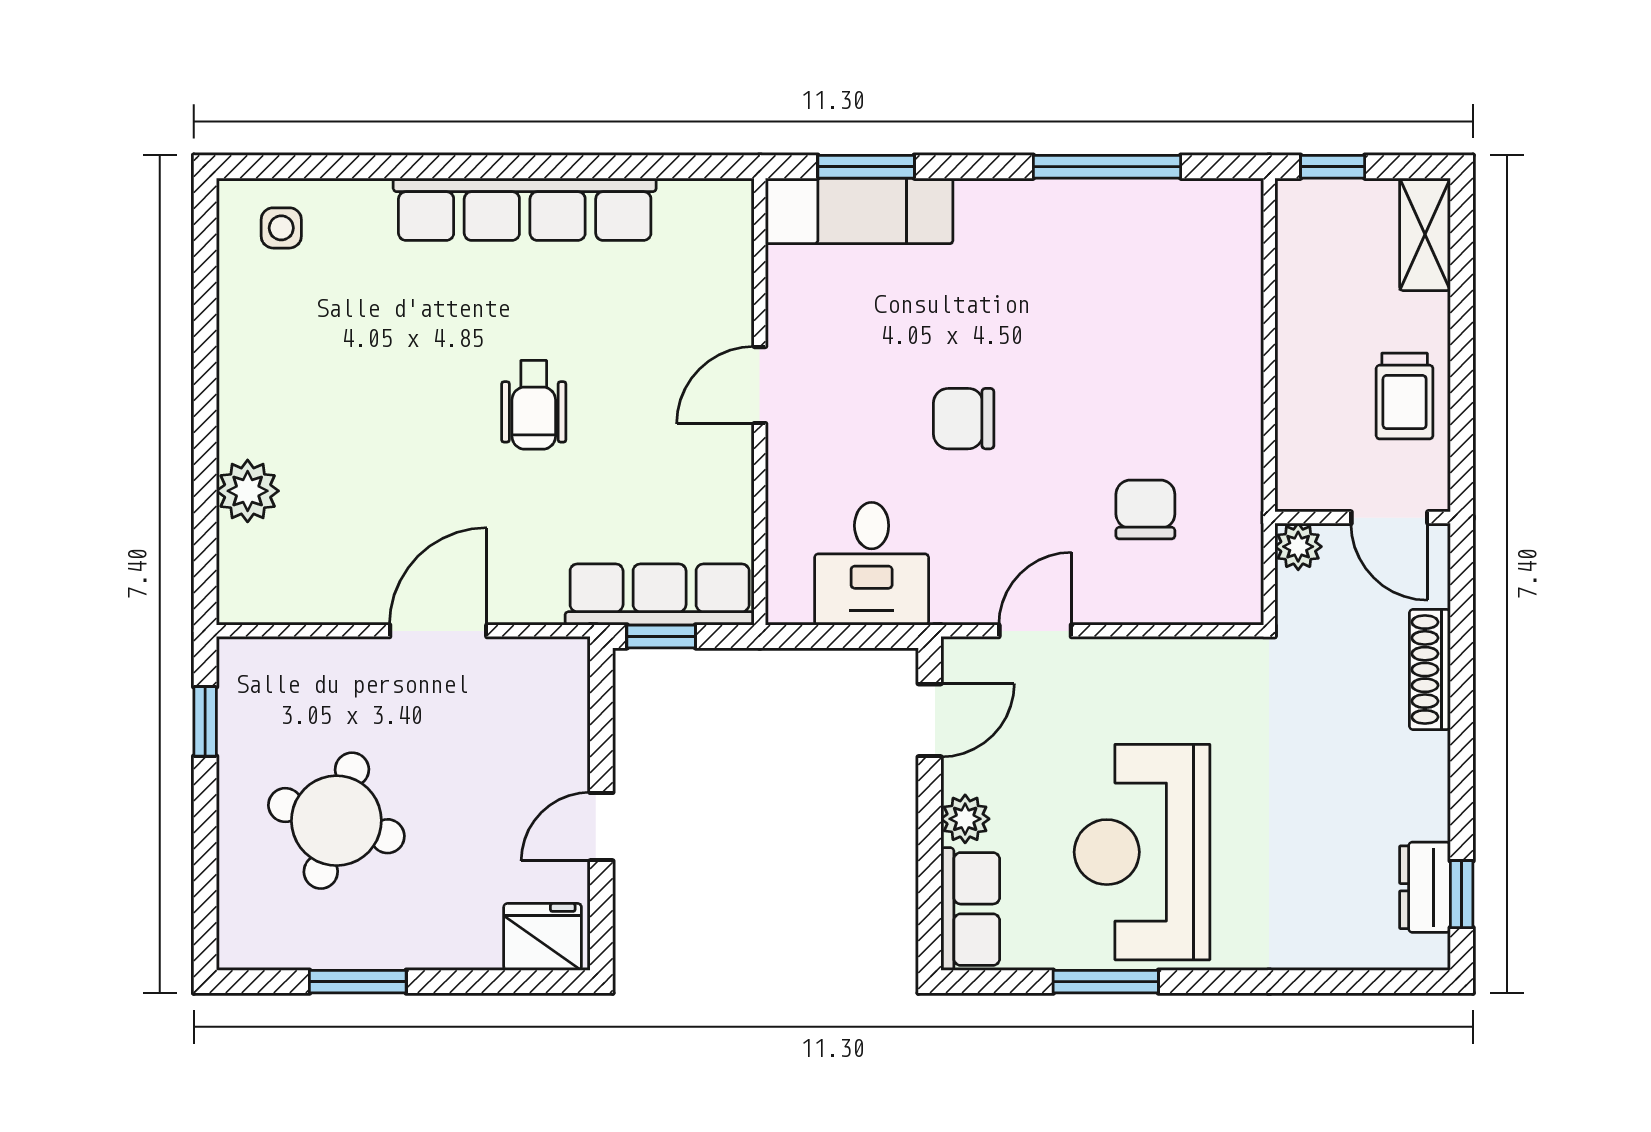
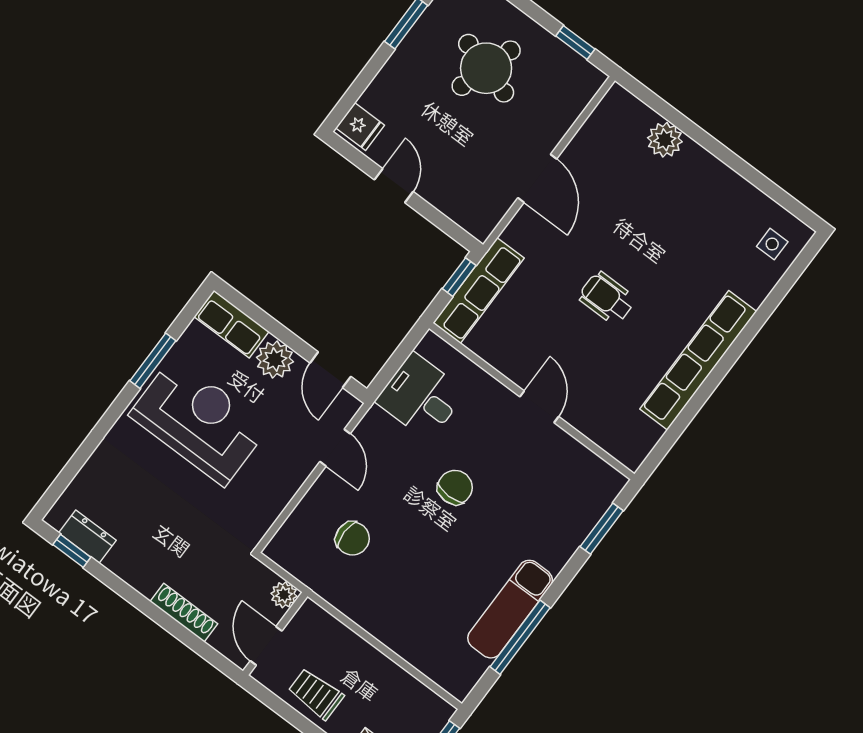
exam couch: (859, 211) -> (510, 609), moved
door: (1389, 518) -> (266, 646), hinge flipped
plant: (965, 819) -> (275, 360), width x1.38, depth x1.38
fridge: (543, 937) -> (360, 127), width x0.72

